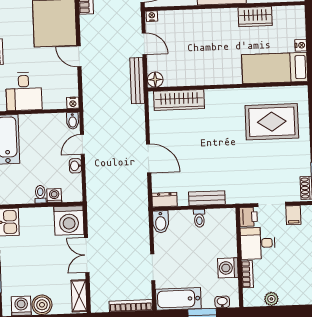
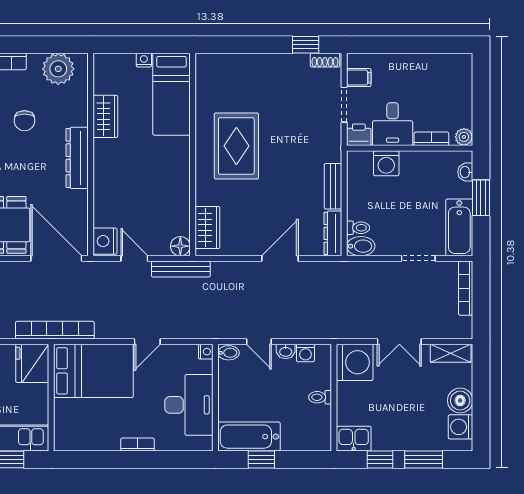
nightstand: (152, 16) -> (105, 241), width x1.89, depth x1.79
door: (144, 44) -> (134, 258), hinge flipped
desk: (24, 91) -> (189, 405), width x1.37
wardrobe: (179, 100) -> (207, 228), width x0.67
rug: (272, 122) -> (236, 146), moved
washing machine: (54, 196) -> (305, 353), moved, turned -90
dresser: (164, 200) -> (333, 233), width x1.44
toilet: (199, 218) -> (358, 228), moved
washing machine: (228, 268) -> (386, 163), moved
plant: (271, 299) -> (464, 137), moved

